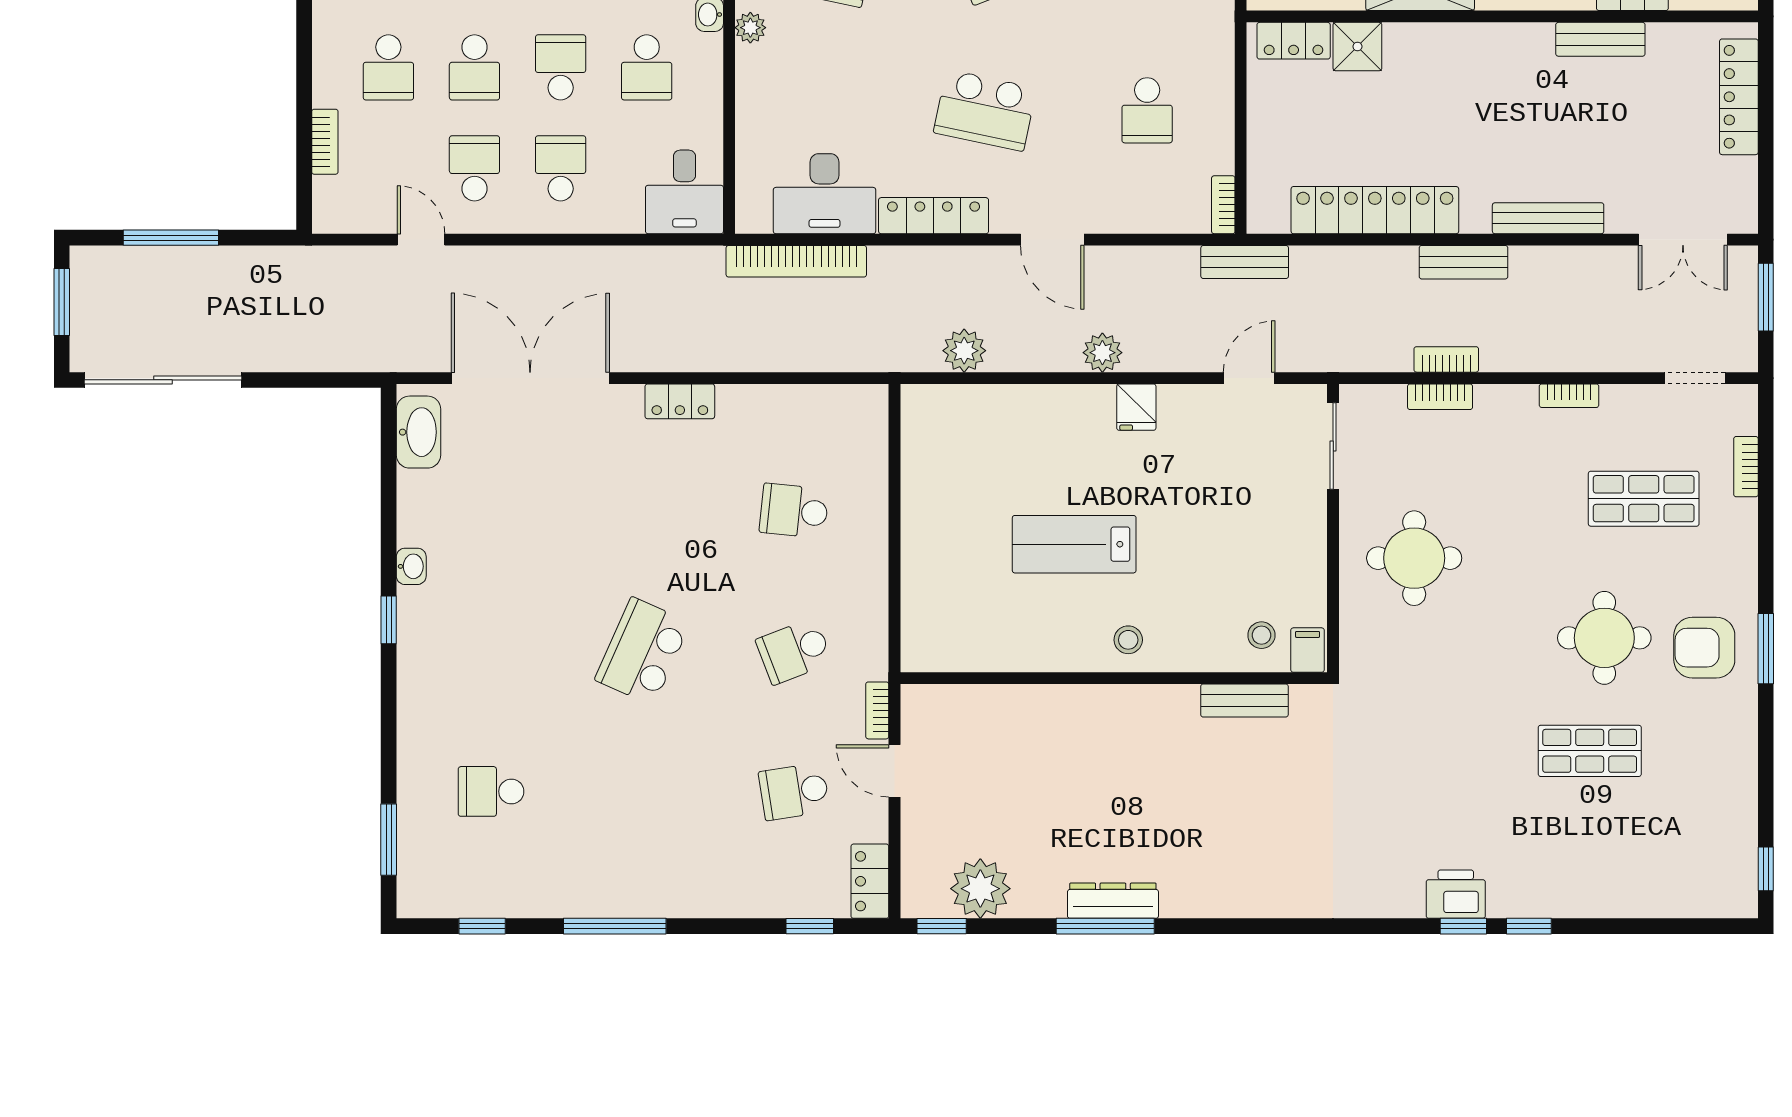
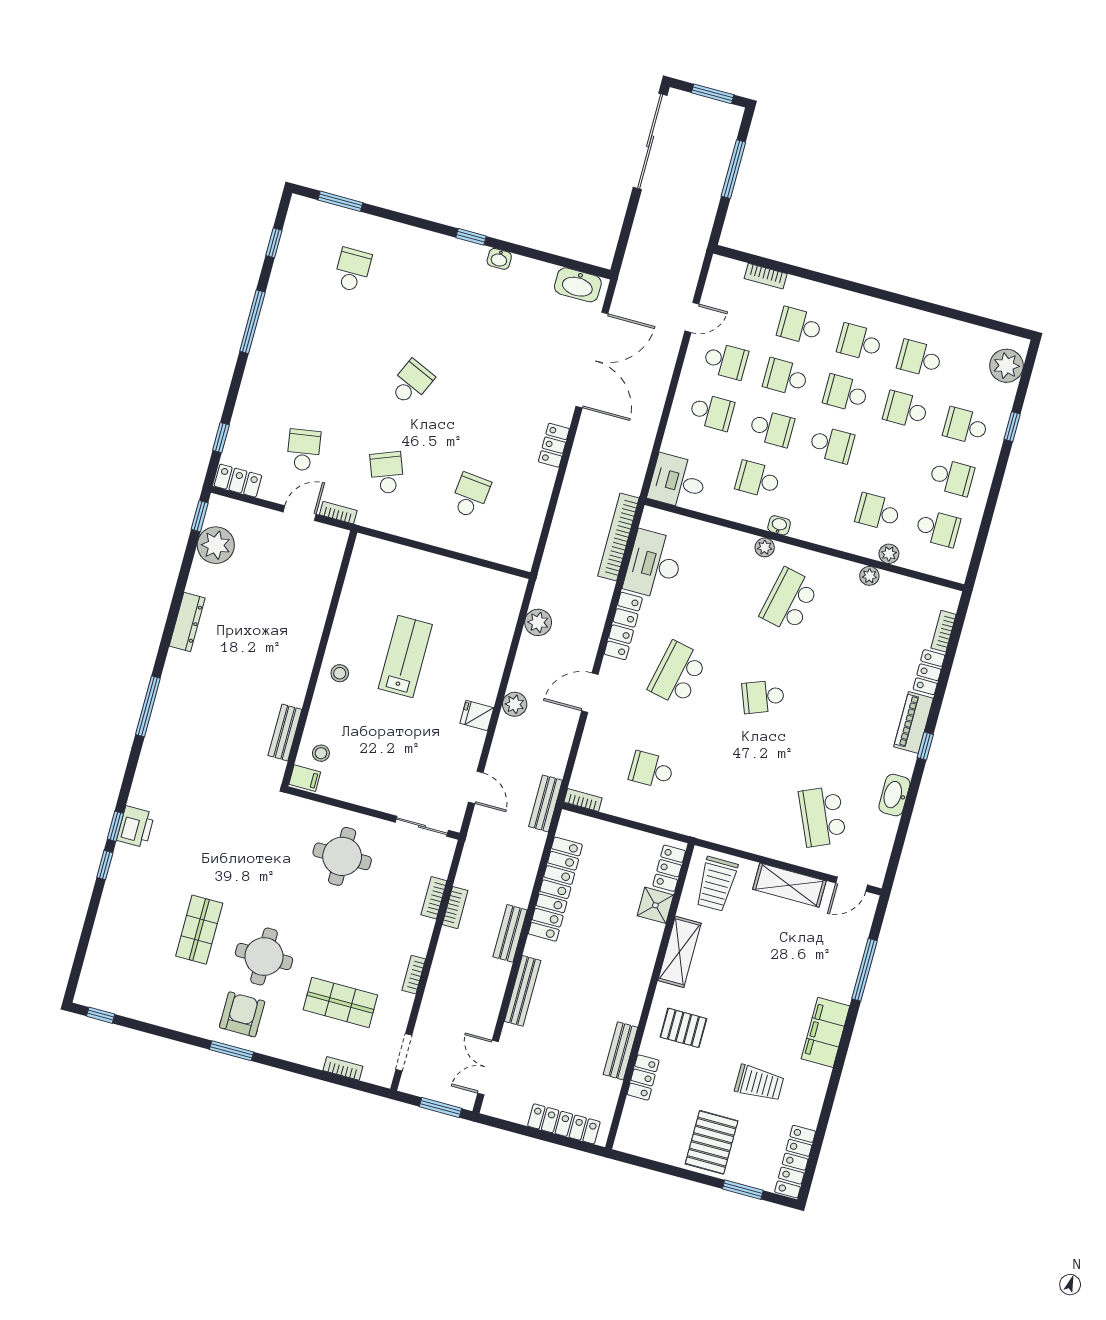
shop shelf: (1644, 499) -> (340, 1002), turned 90
school desk: (643, 651) -> (411, 383), width x0.54
window: (1105, 926) -> (148, 706), moved

